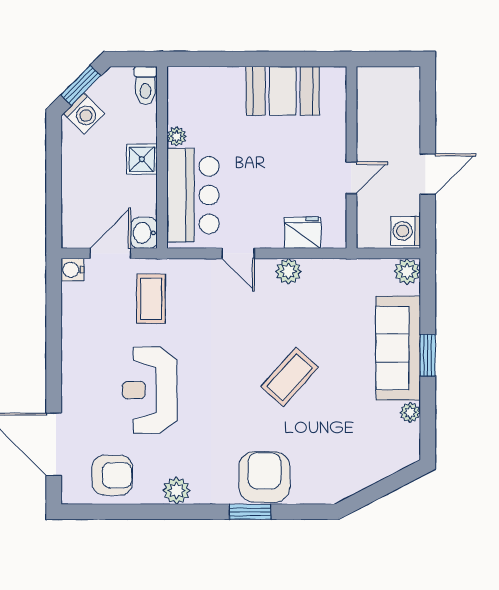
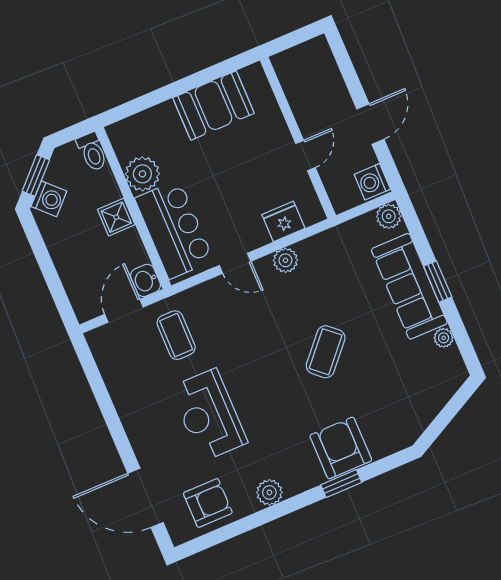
plant: (177, 136) -> (142, 174), width x1.88, depth x1.88
water cooler: (73, 270) -> (97, 339), removed

